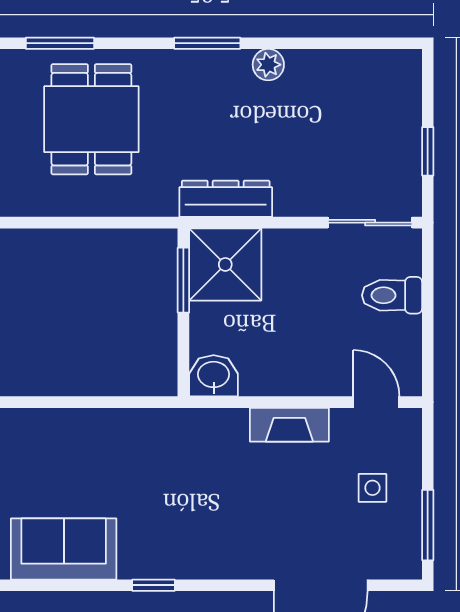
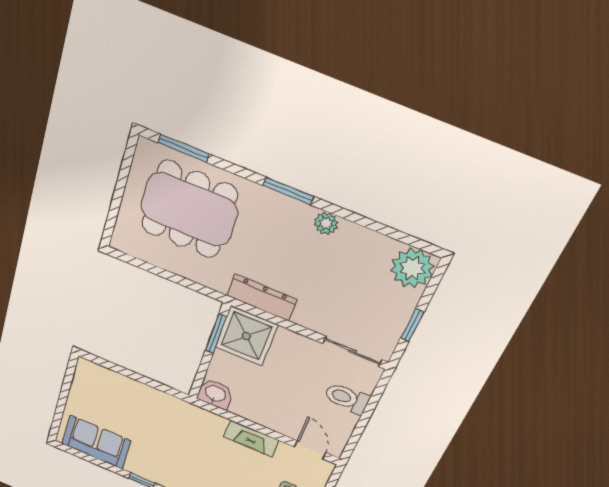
plant: (394, 77) -> (412, 268), added
dining table: (91, 119) -> (189, 210), width x1.38

